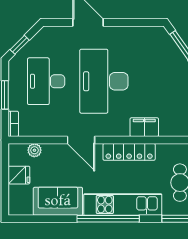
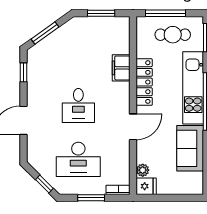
window: (139, 22) -> (24, 72), added
desk: (104, 81) -> (78, 106), width x0.53, depth x0.77
fridge: (19, 175) -> (146, 186), moved, turned 90

